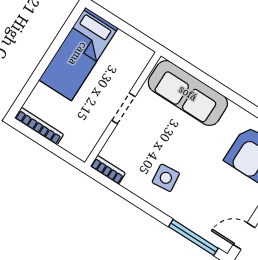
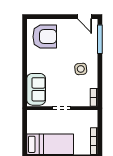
sofa: (188, 93) -> (36, 89), width x0.73

